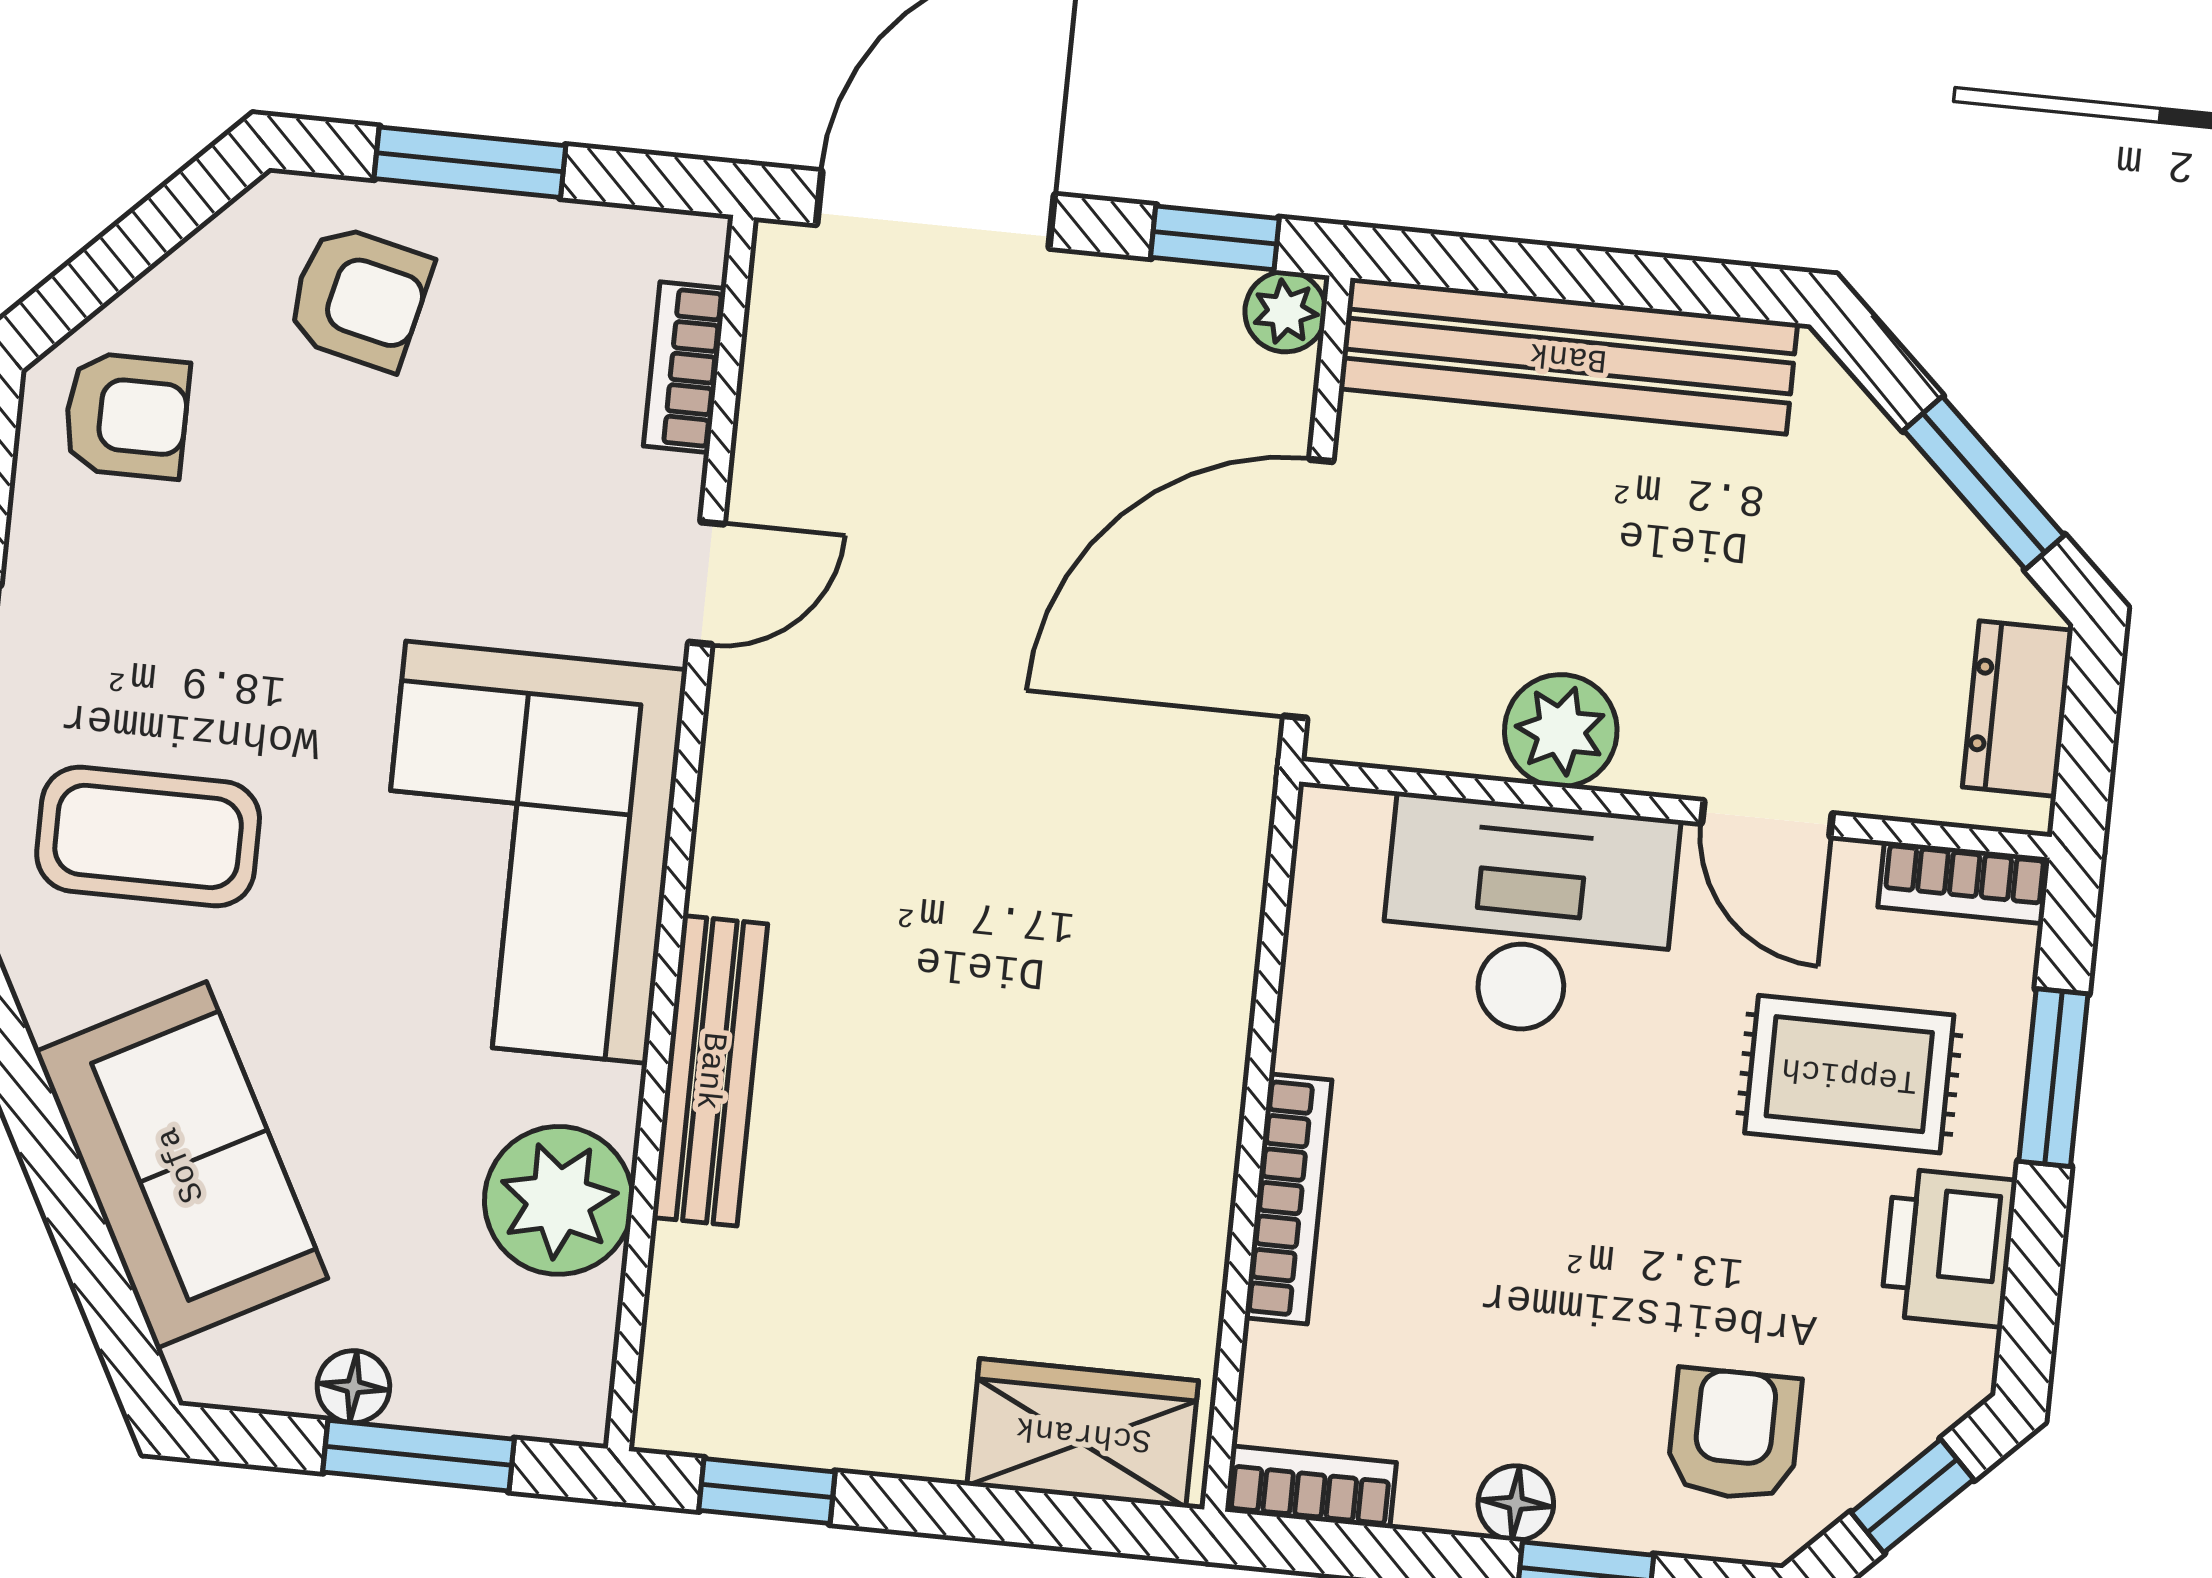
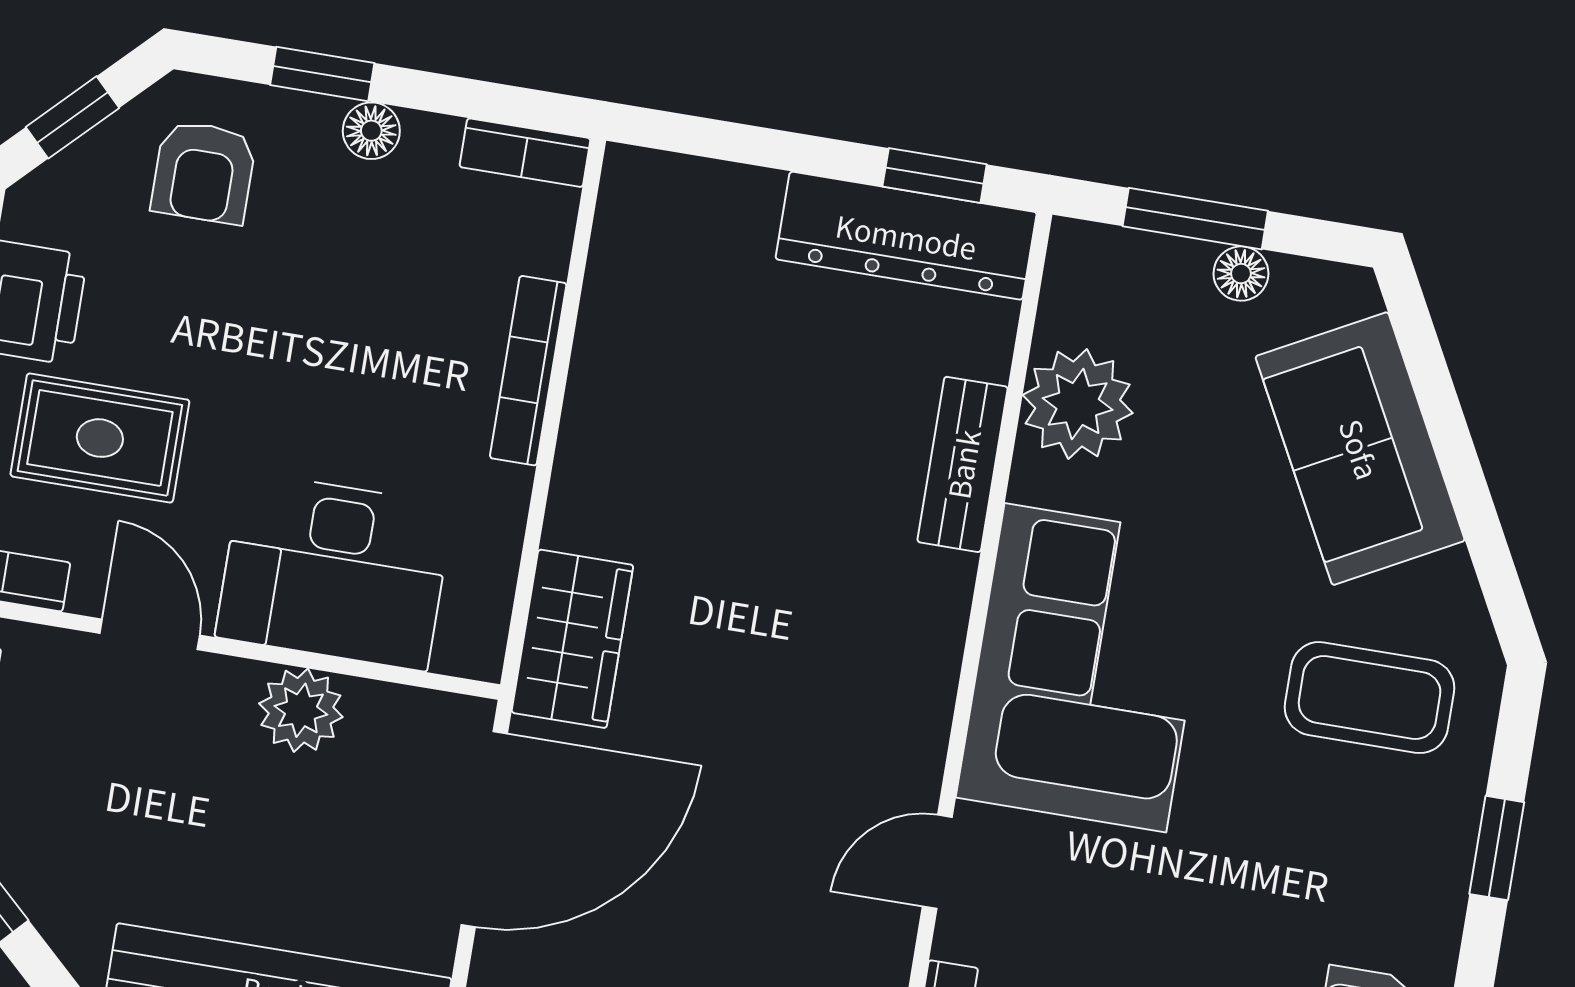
bench: (710, 1071) -> (963, 464), width x0.73
dresser: (800, 1409) -> (906, 236), added
wardrobe: (1083, 1433) -> (572, 639), moved, turned -90

